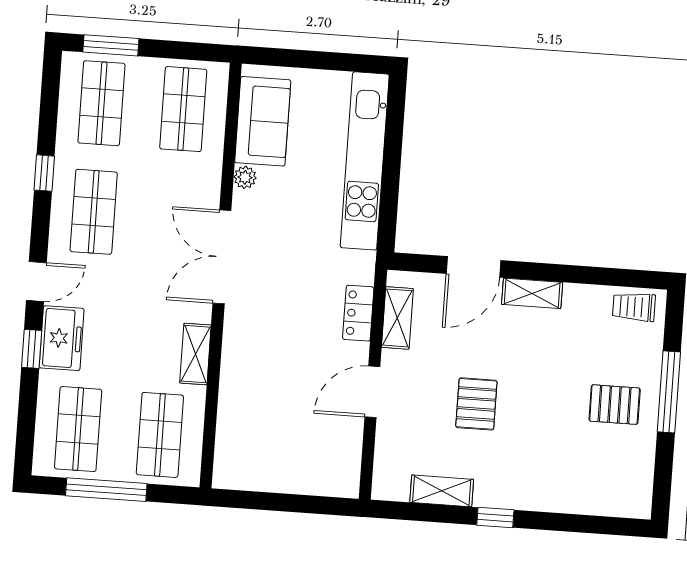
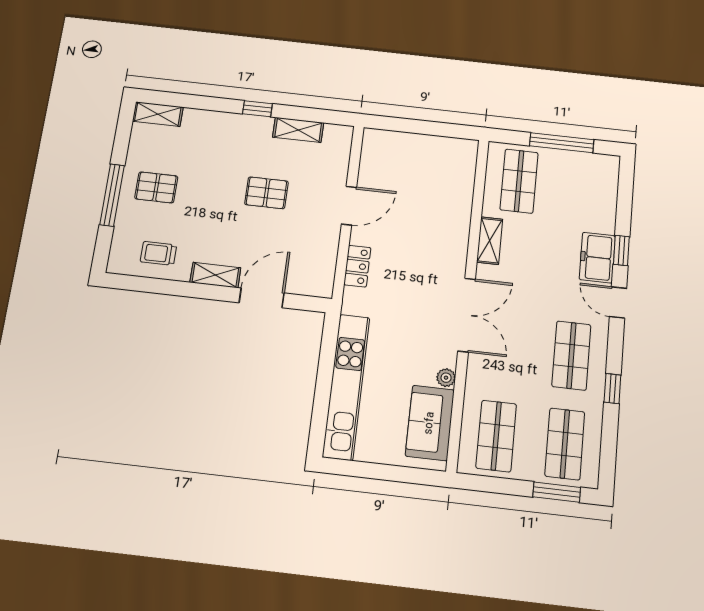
door: (36, 281) -> (618, 302), hinge flipped
trolley: (634, 307) -> (158, 253), moved, turned 180
shelving: (397, 318) -> (158, 114), moved, turned 90
pallet: (476, 404) -> (266, 193), turned 90
shop shelf: (78, 429) -> (584, 188), removed

